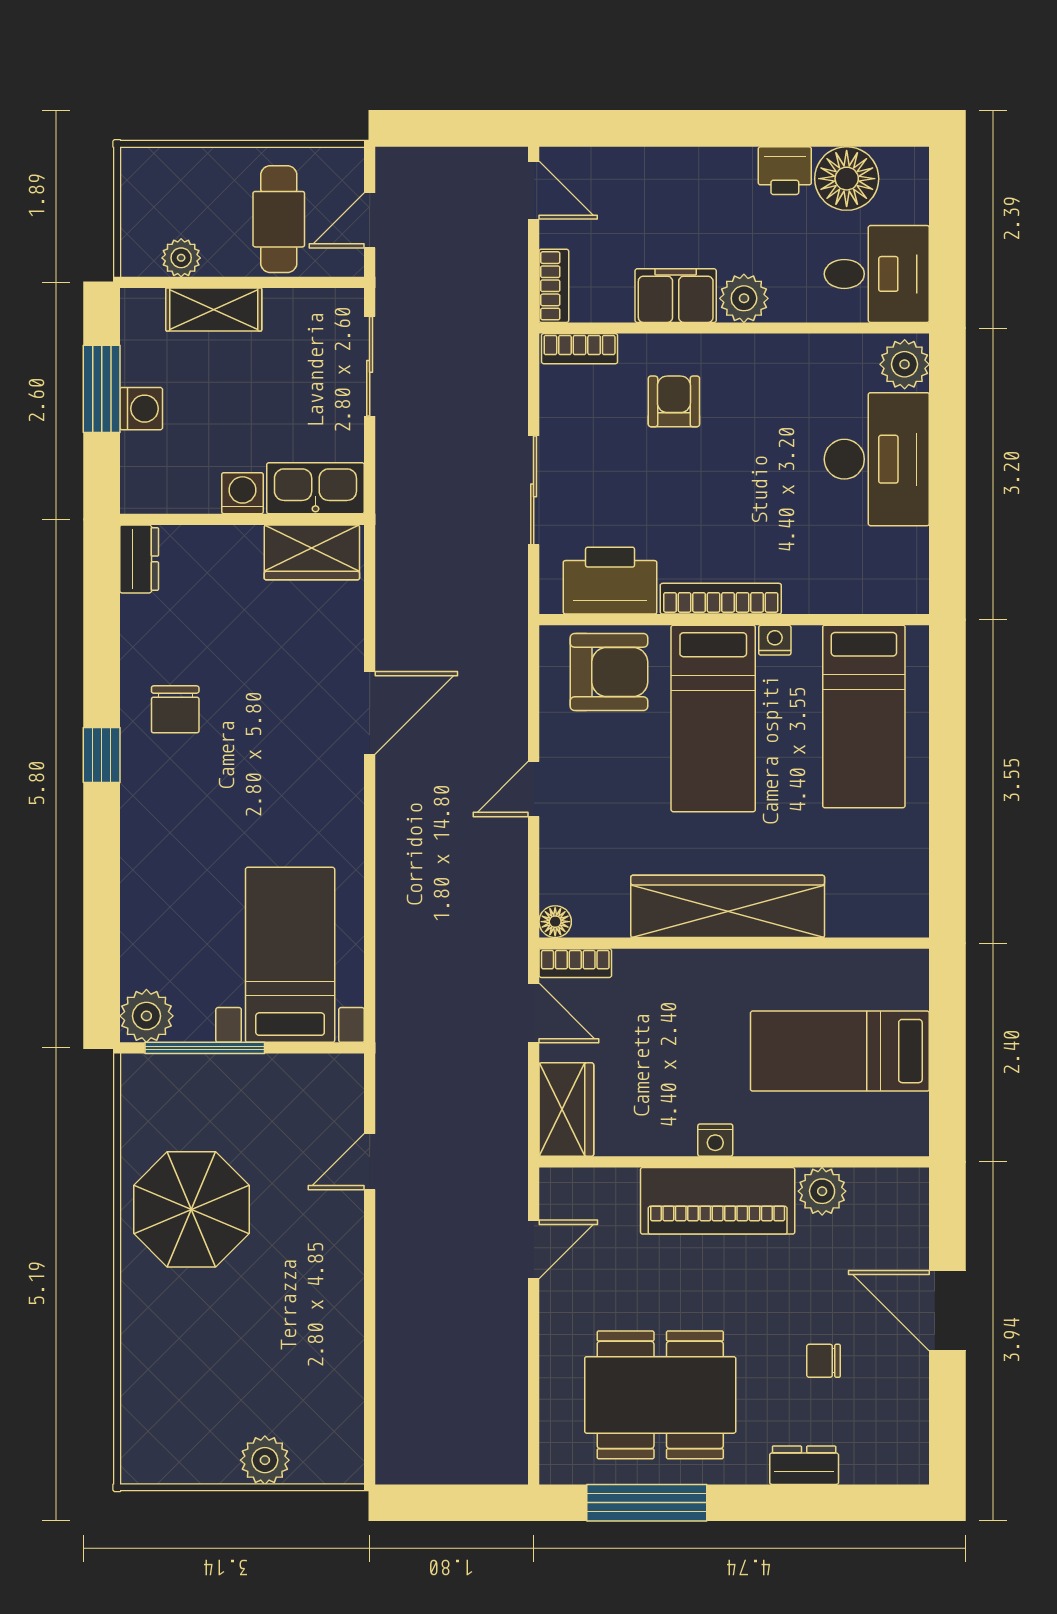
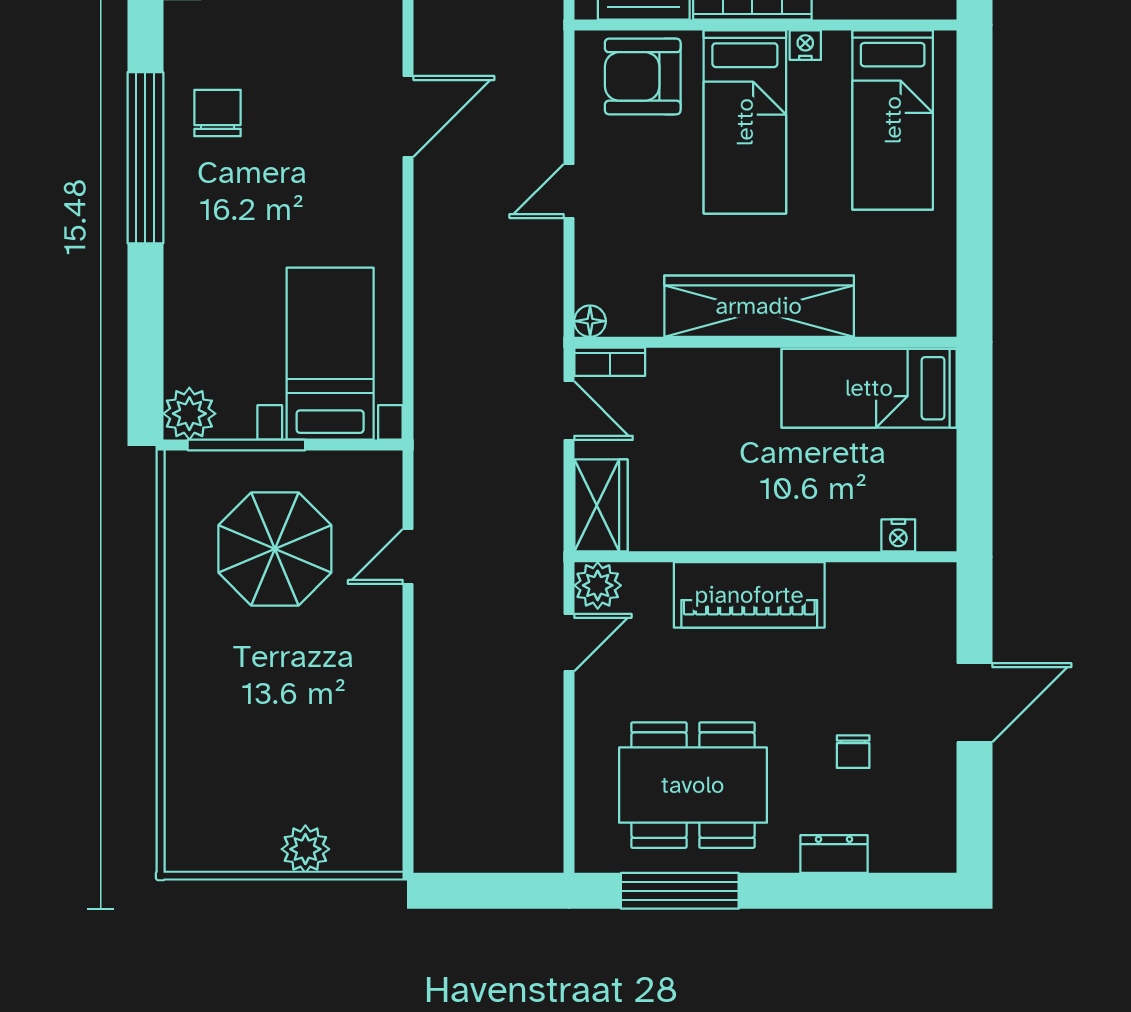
armchair: (609, 672) -> (643, 76), turned 180
chair: (175, 709) -> (217, 113), turned 180
window: (102, 755) -> (145, 158), width x3.17
bed: (840, 1051) -> (869, 388), moved
nightstand: (715, 1140) -> (898, 535), moved
plant: (822, 1191) -> (598, 585), moved
parasol: (191, 1209) -> (275, 549), moved
door: (947, 1311) -> (975, 703), swing flipped
chair: (824, 1361) -> (853, 752), turned -90

